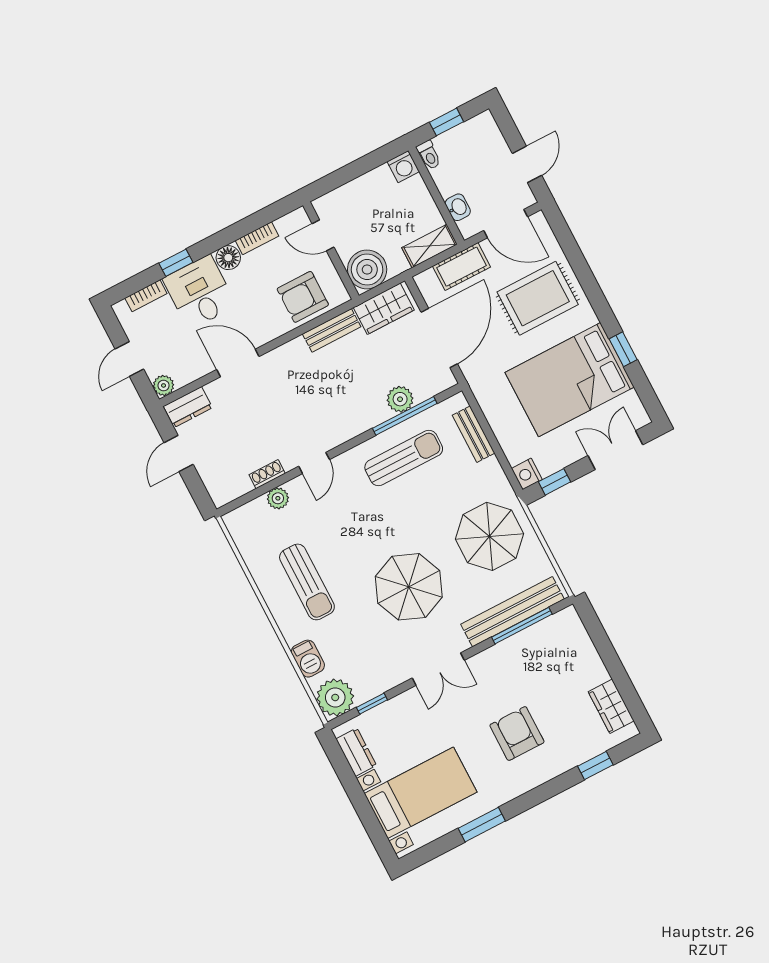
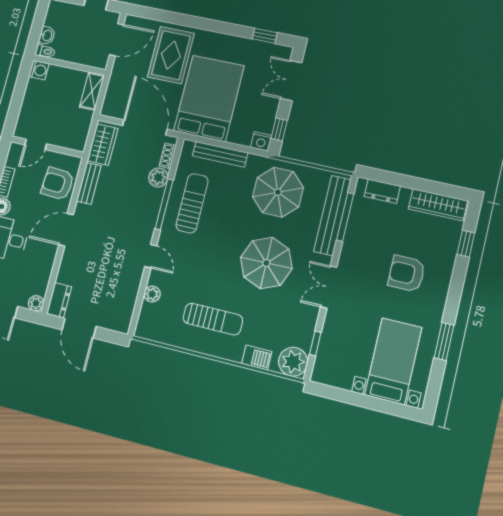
window: (446, 122) -> (37, 28), removed
washbasin: (458, 207) -> (47, 35), moved, turned 90
cot: (461, 267) -> (118, 83), removed
boiler: (367, 269) -> (74, 136), removed
armchair: (303, 297) -> (57, 184), turned 94
window: (623, 349) -> (265, 36), moved
door: (238, 363) -> (66, 230), moved
bed: (570, 380) -> (209, 98), moved, turned 180
window: (405, 416) -> (164, 204), moved
bench: (473, 434) -> (220, 154), width x1.36
door: (179, 453) -> (79, 328), width x1.37
shoe rack: (267, 474) -> (168, 156), moved
double door: (438, 669) -> (329, 287), swing flipped
wardrobe: (611, 706) -> (438, 205), width x1.50
dresser: (356, 752) -> (382, 191), moved, turned 180

